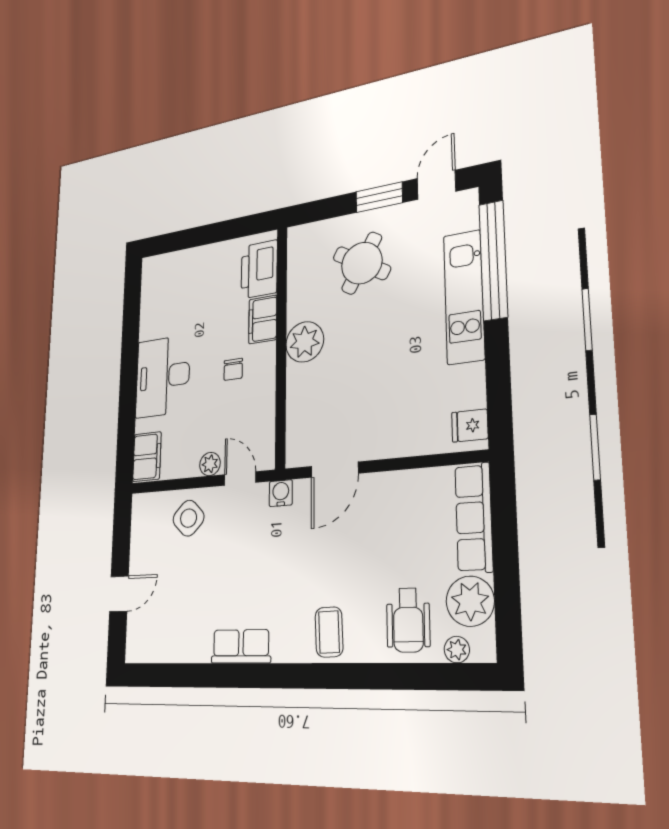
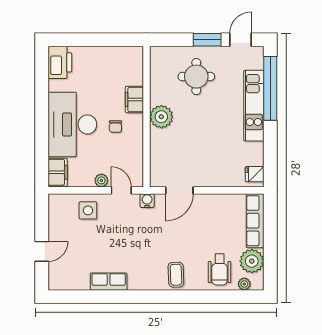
round table: (362, 263) -> (196, 77), turned -30
printer: (259, 269) -> (60, 62), moved, turned 180
desk: (163, 376) -> (72, 124), width x1.36, depth x1.30
side table: (189, 518) -> (88, 210), turned 45
row of seats: (241, 646) -> (109, 282), moved

